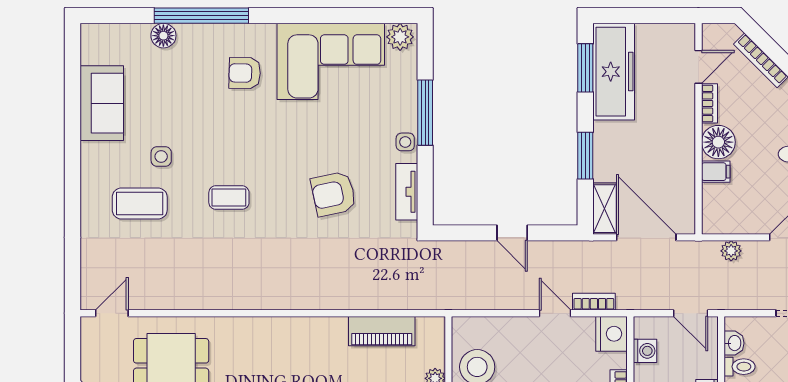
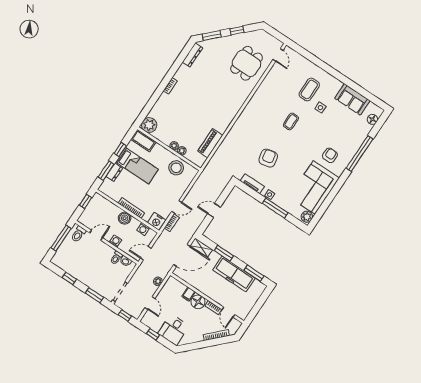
floor lamp: (163, 36) -> (372, 119), moved
freezer: (614, 72) -> (234, 274), moved

